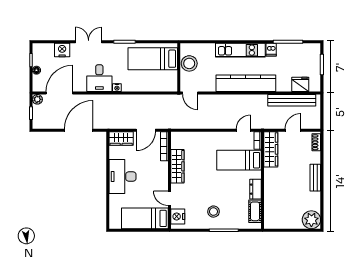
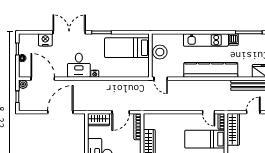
double door: (89, 42) -> (69, 32), width x1.37
door: (59, 93) -> (43, 79), hinge flipped
door: (243, 130) -> (209, 112), swing flipped

